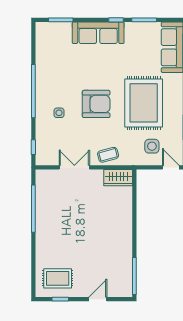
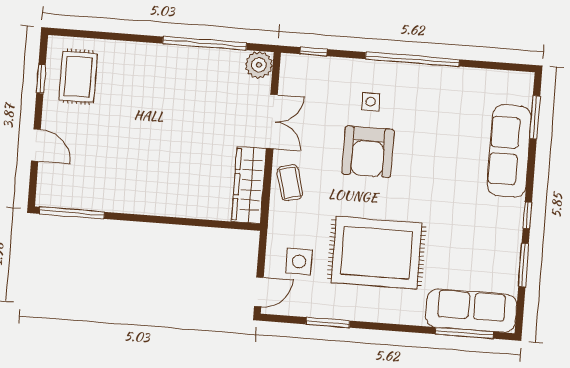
sofa: (98, 33) -> (509, 151), moved
armchair: (96, 104) -> (368, 152), moved
plant: (43, 177) -> (259, 65), added
wardrobe: (118, 178) -> (249, 185), width x1.50

